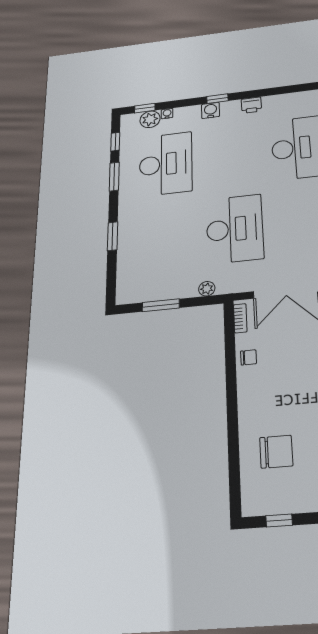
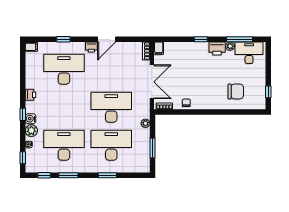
plant: (150, 119) -> (31, 131), moved
desk: (166, 237) -> (111, 145), added
chair: (276, 452) -> (236, 91), turned 90

